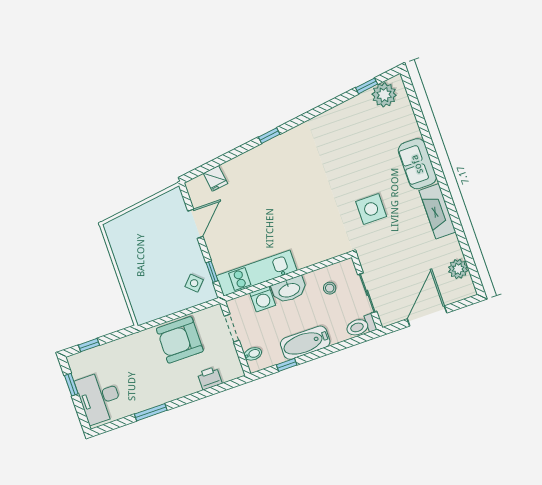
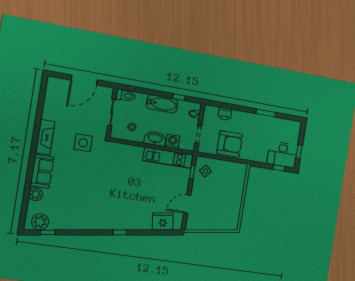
fridge: (215, 178) -> (163, 221), width x1.88, depth x1.34
side table: (371, 209) -> (83, 143), moved
plant: (458, 269) -> (36, 194), moved
desk: (99, 397) -> (282, 155), moved, turned 90

